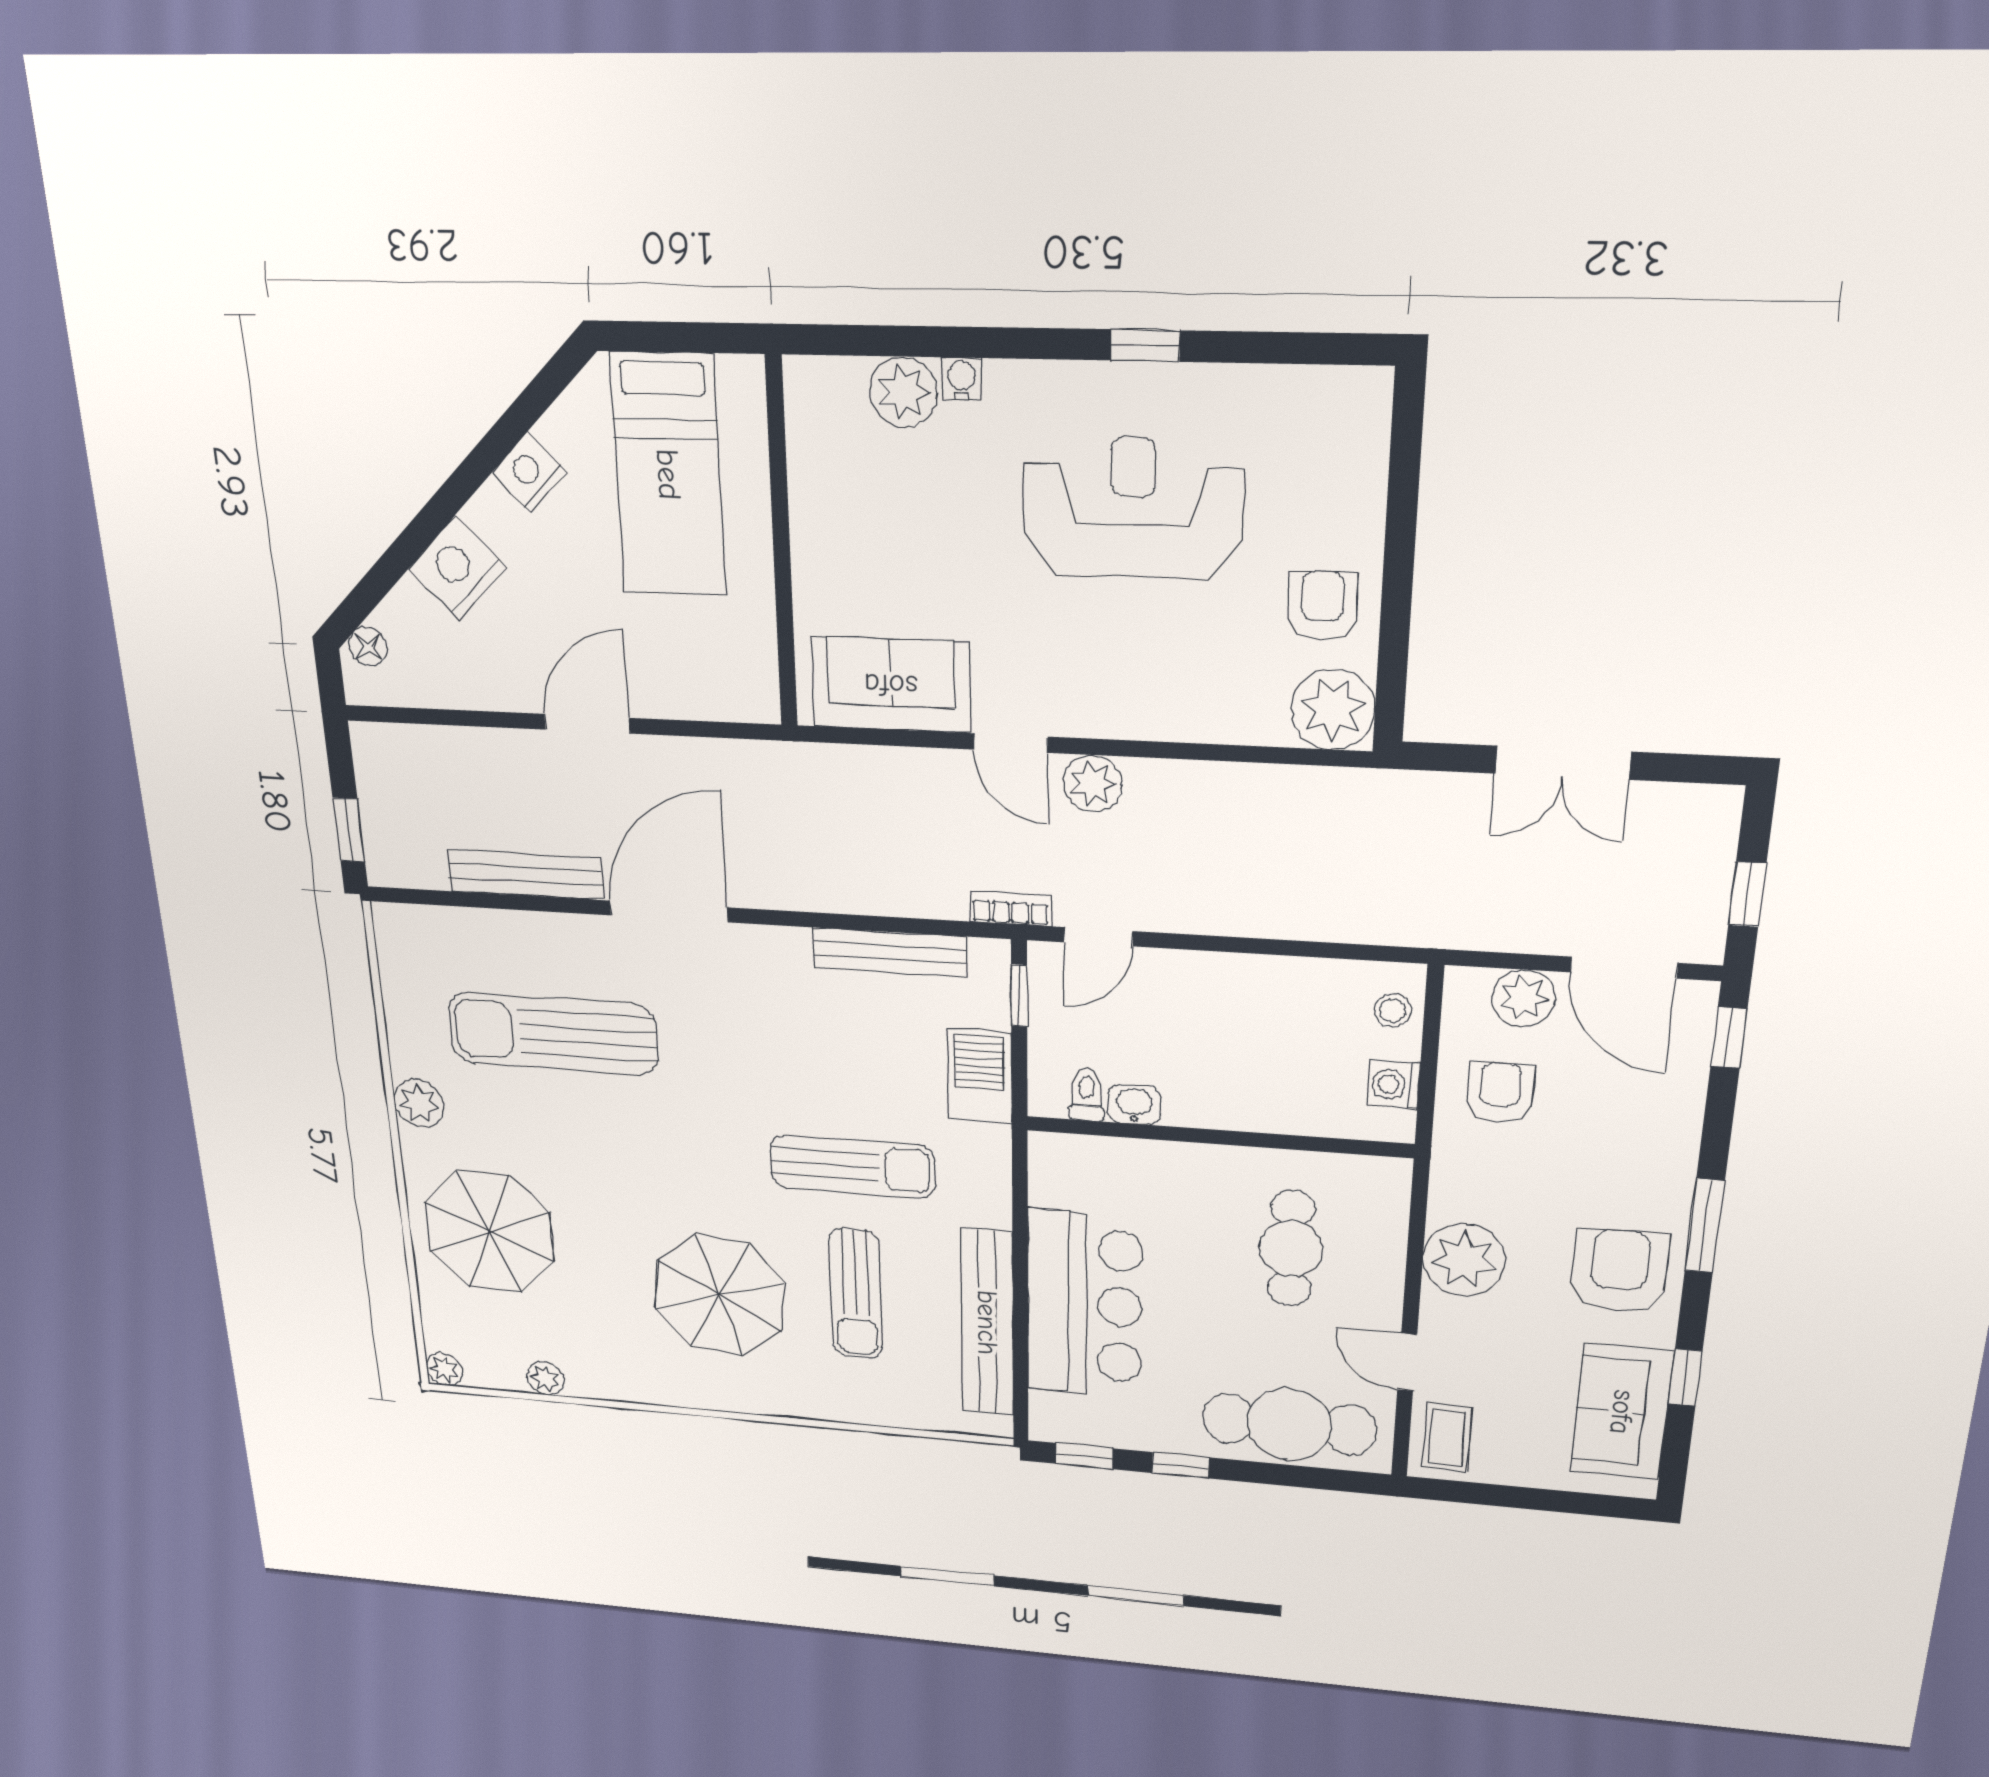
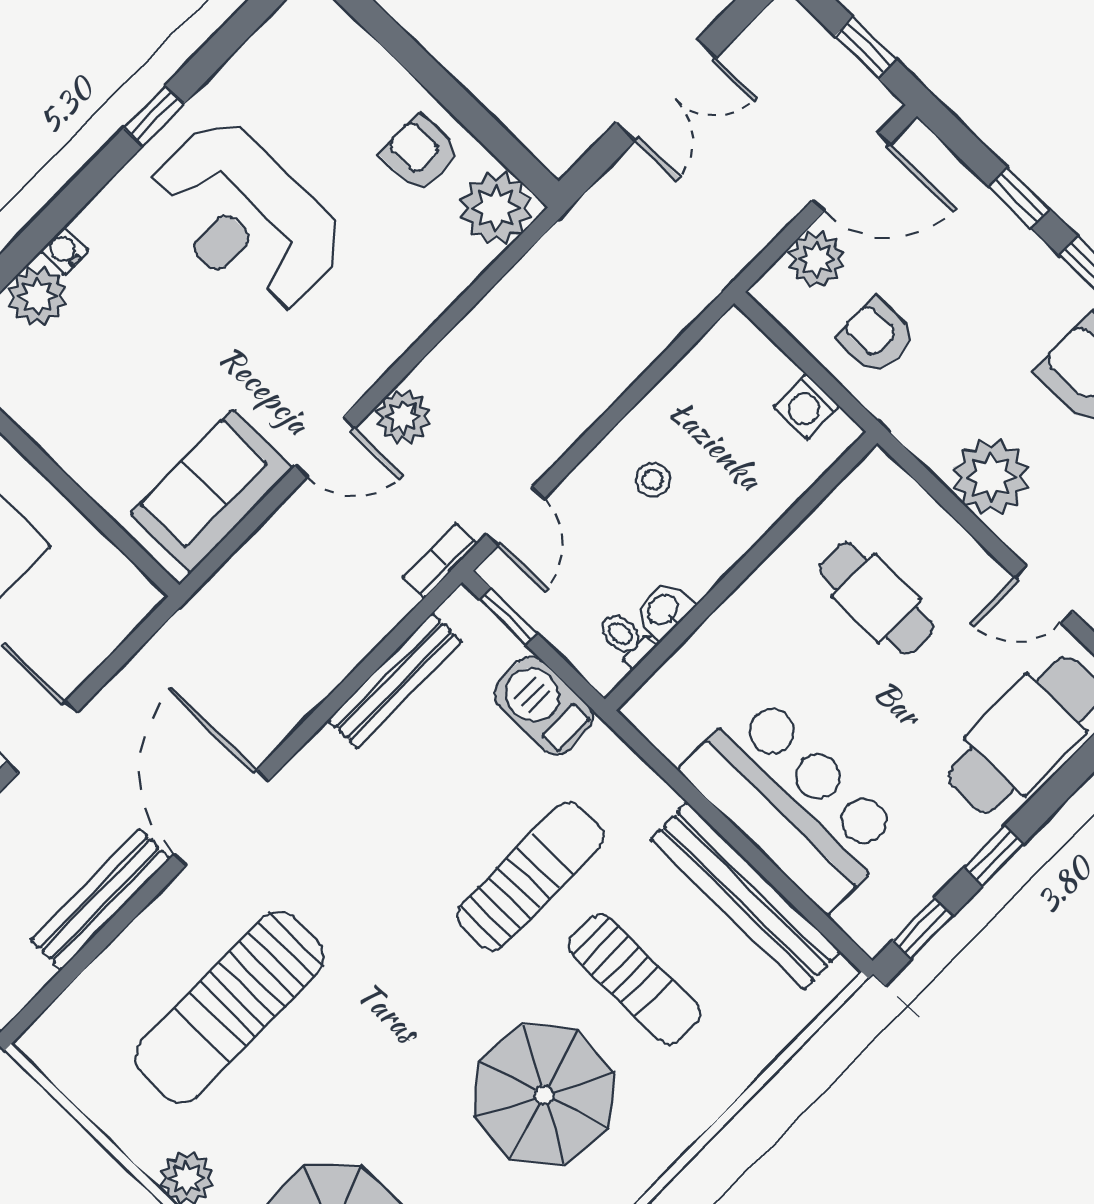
reception desk: (1133, 508) -> (246, 217), turned -90
stool: (1393, 1010) -> (653, 480), moved
window: (1729, 1038) -> (1019, 198), moved

